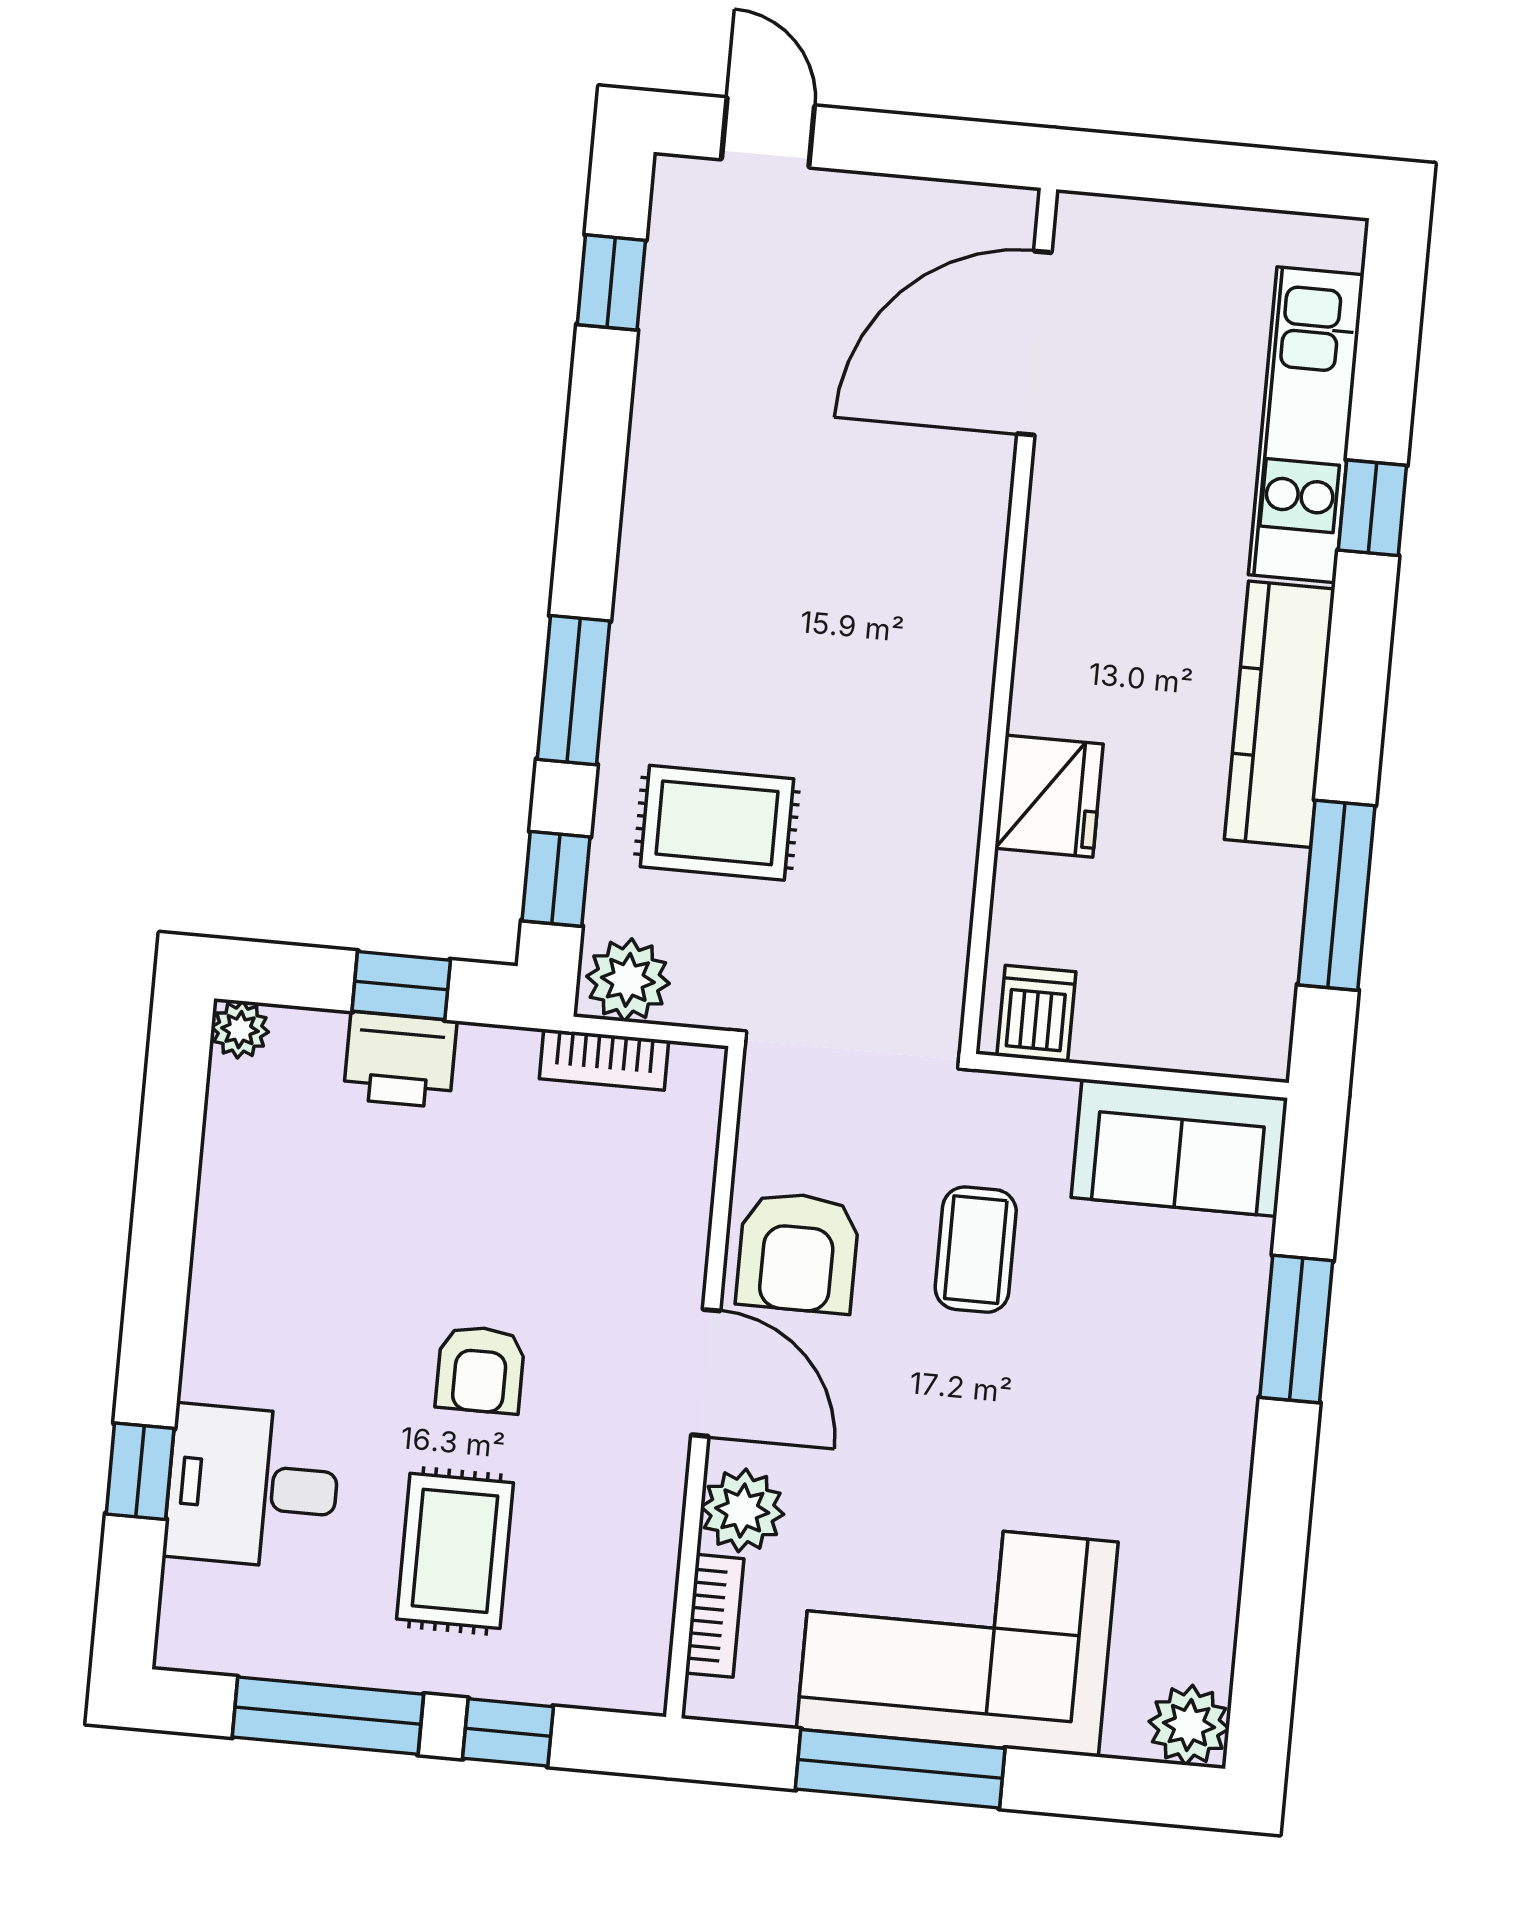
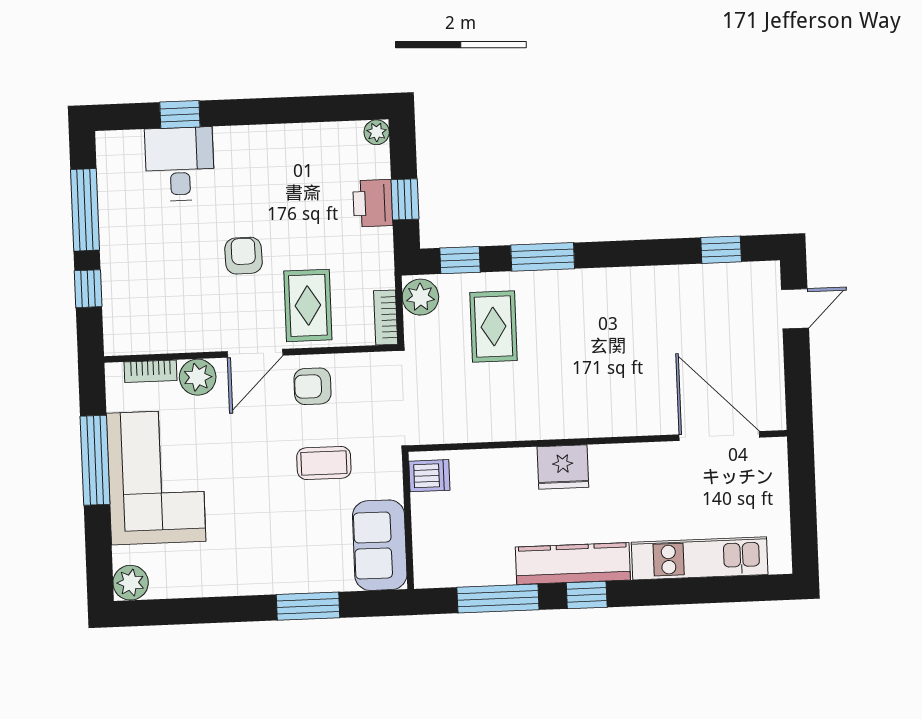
window: (1372, 508) -> (587, 595), moved
fridge: (1049, 796) -> (563, 467), moved
bookcase: (604, 1060) -> (386, 318), moved
armchair: (798, 1252) -> (312, 386), width x0.72, depth x0.72
armchair: (480, 1369) -> (243, 256), turned 89
rug: (455, 1551) -> (308, 305), moved, turned 90

